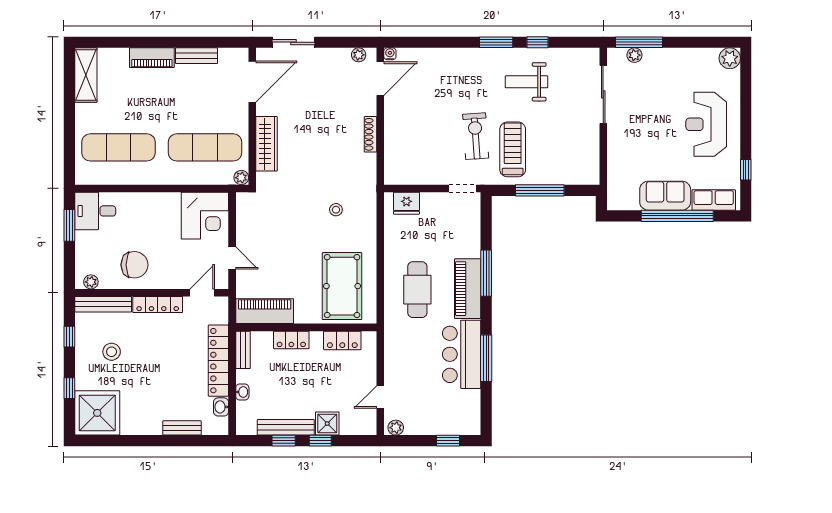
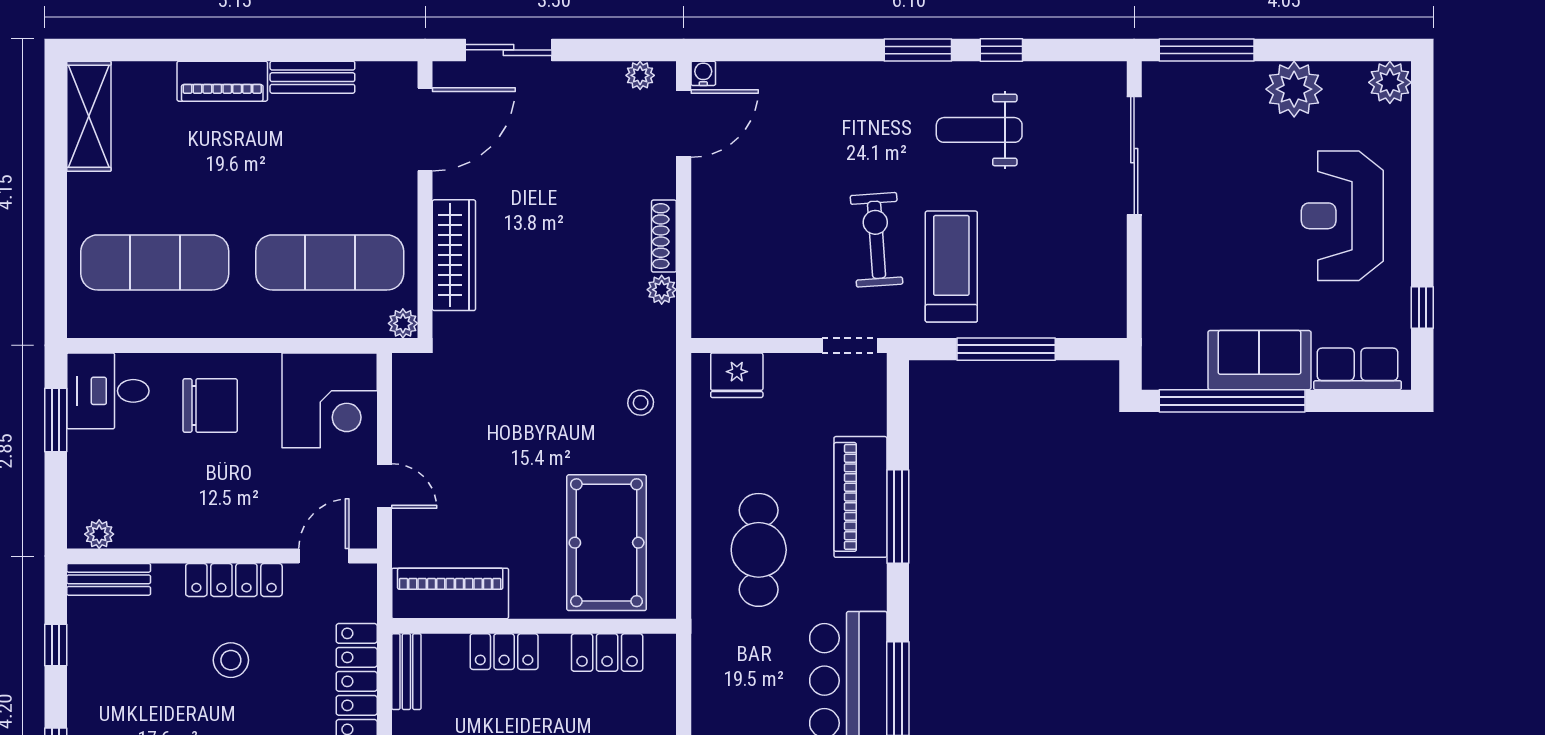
plant: (634, 55) -> (1294, 89), moved, width x1.87, depth x1.87
plant: (369, 161) -> (662, 290), added
stool: (336, 210) -> (641, 403), moved
window: (677, 216) -> (1232, 401), moved
chair: (135, 265) -> (210, 405), moved
piano: (468, 289) -> (860, 497), moved
bench: (103, 304) -> (109, 579), width x0.73
stool: (112, 352) -> (231, 660), moved

